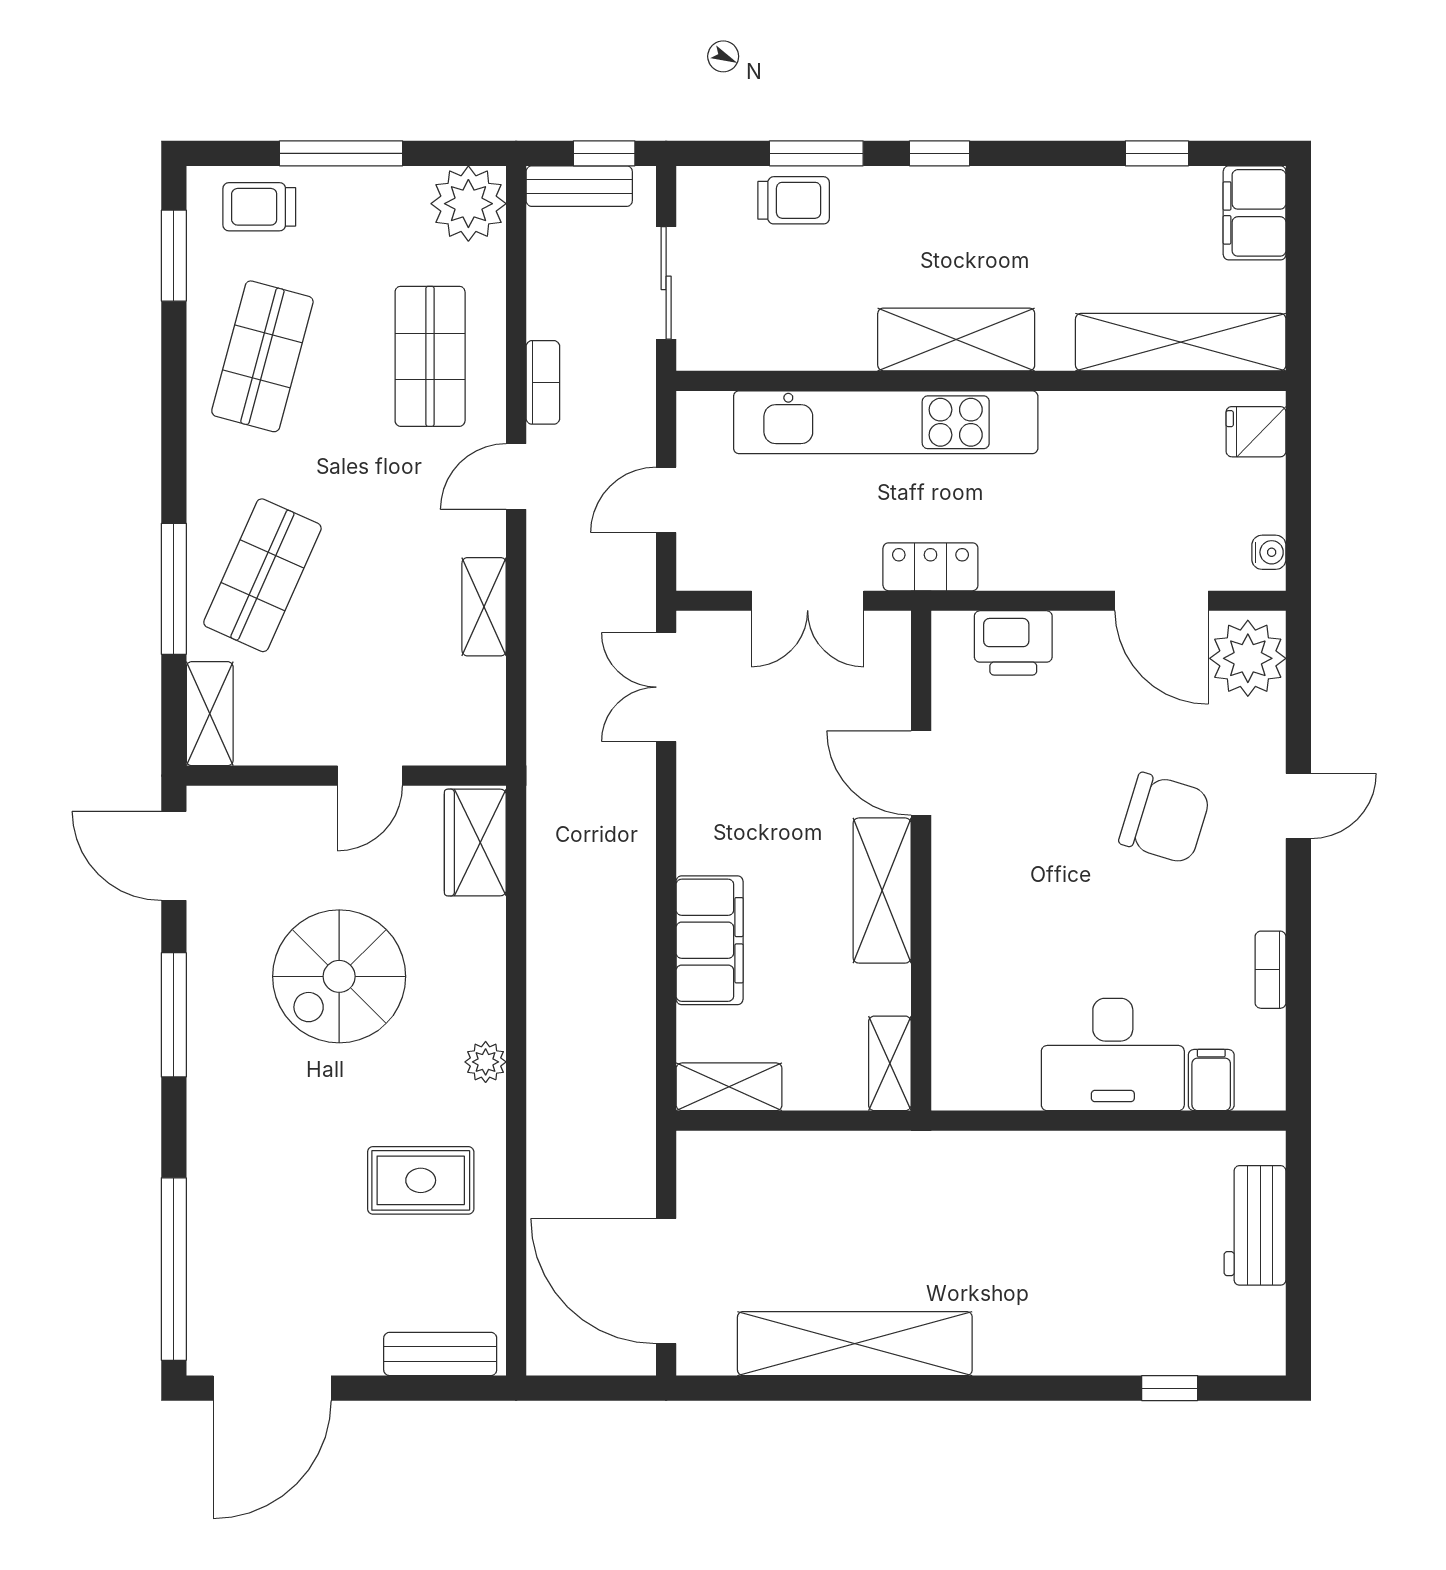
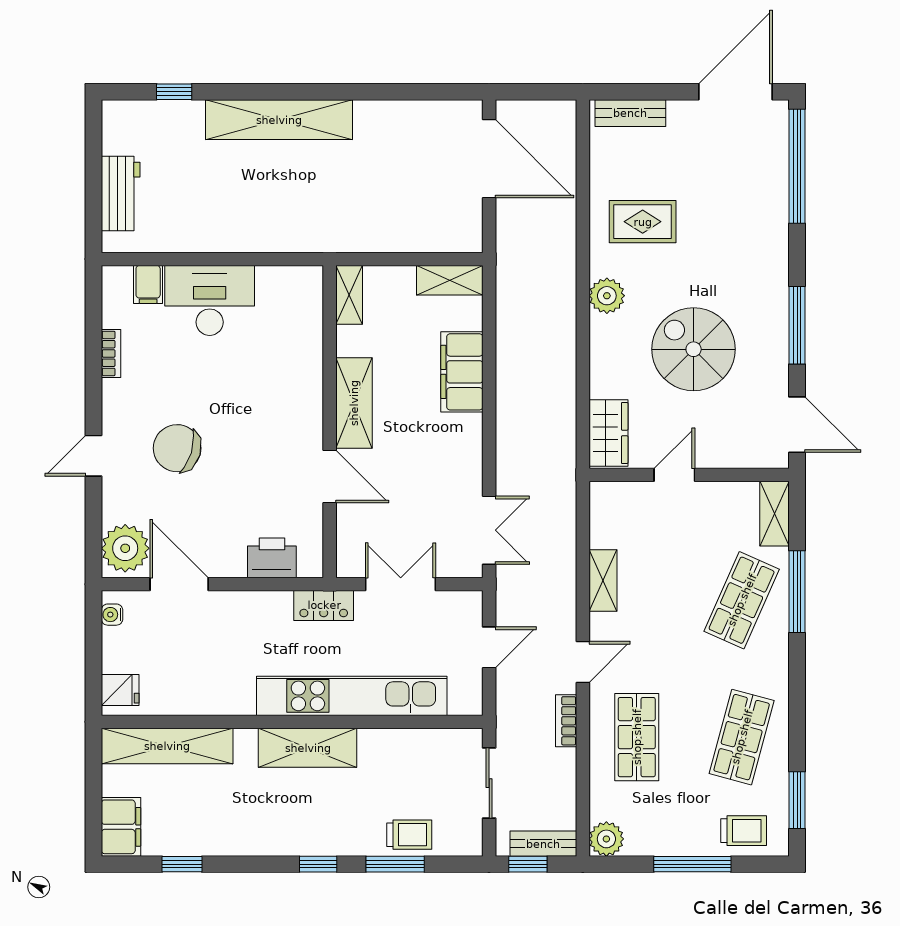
trolley: (794, 200) -> (409, 835), turned 180
plant: (468, 204) -> (606, 839), width x0.73, depth x0.73
spiral stairs: (339, 976) -> (694, 349), turned -90
plant: (486, 1062) -> (607, 296), width x1.38, depth x1.38
shelving: (855, 1344) -> (279, 120), moved

